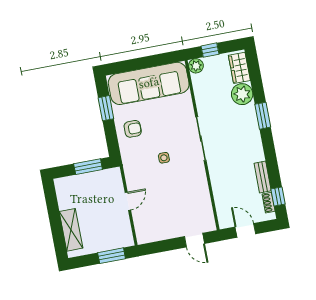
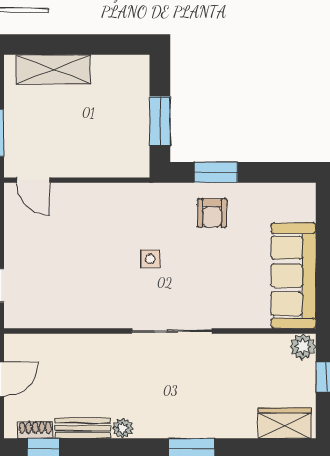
sofa: (149, 83) -> (294, 276), width x0.74, depth x0.79
plant: (242, 94) -> (123, 428), moved, width x0.53, depth x0.53
window: (106, 108) -> (216, 172), moved
door: (128, 201) -> (33, 180), moved

